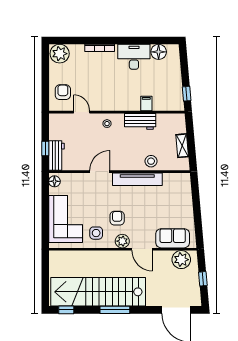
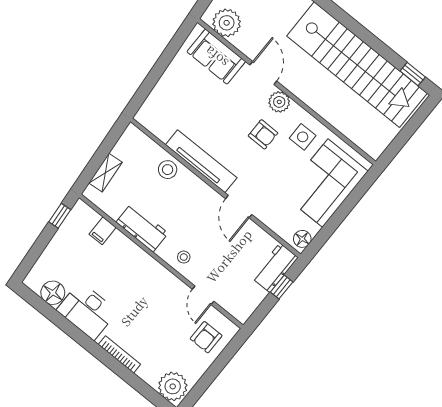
filing cabinet: (146, 104) -> (103, 231), moved
shelving: (182, 146) -> (105, 173), moved
door: (100, 172) -> (239, 207), hinge flipped
armchair: (117, 218) -> (263, 134), turned -90
window: (115, 310) -> (354, 27), removed

